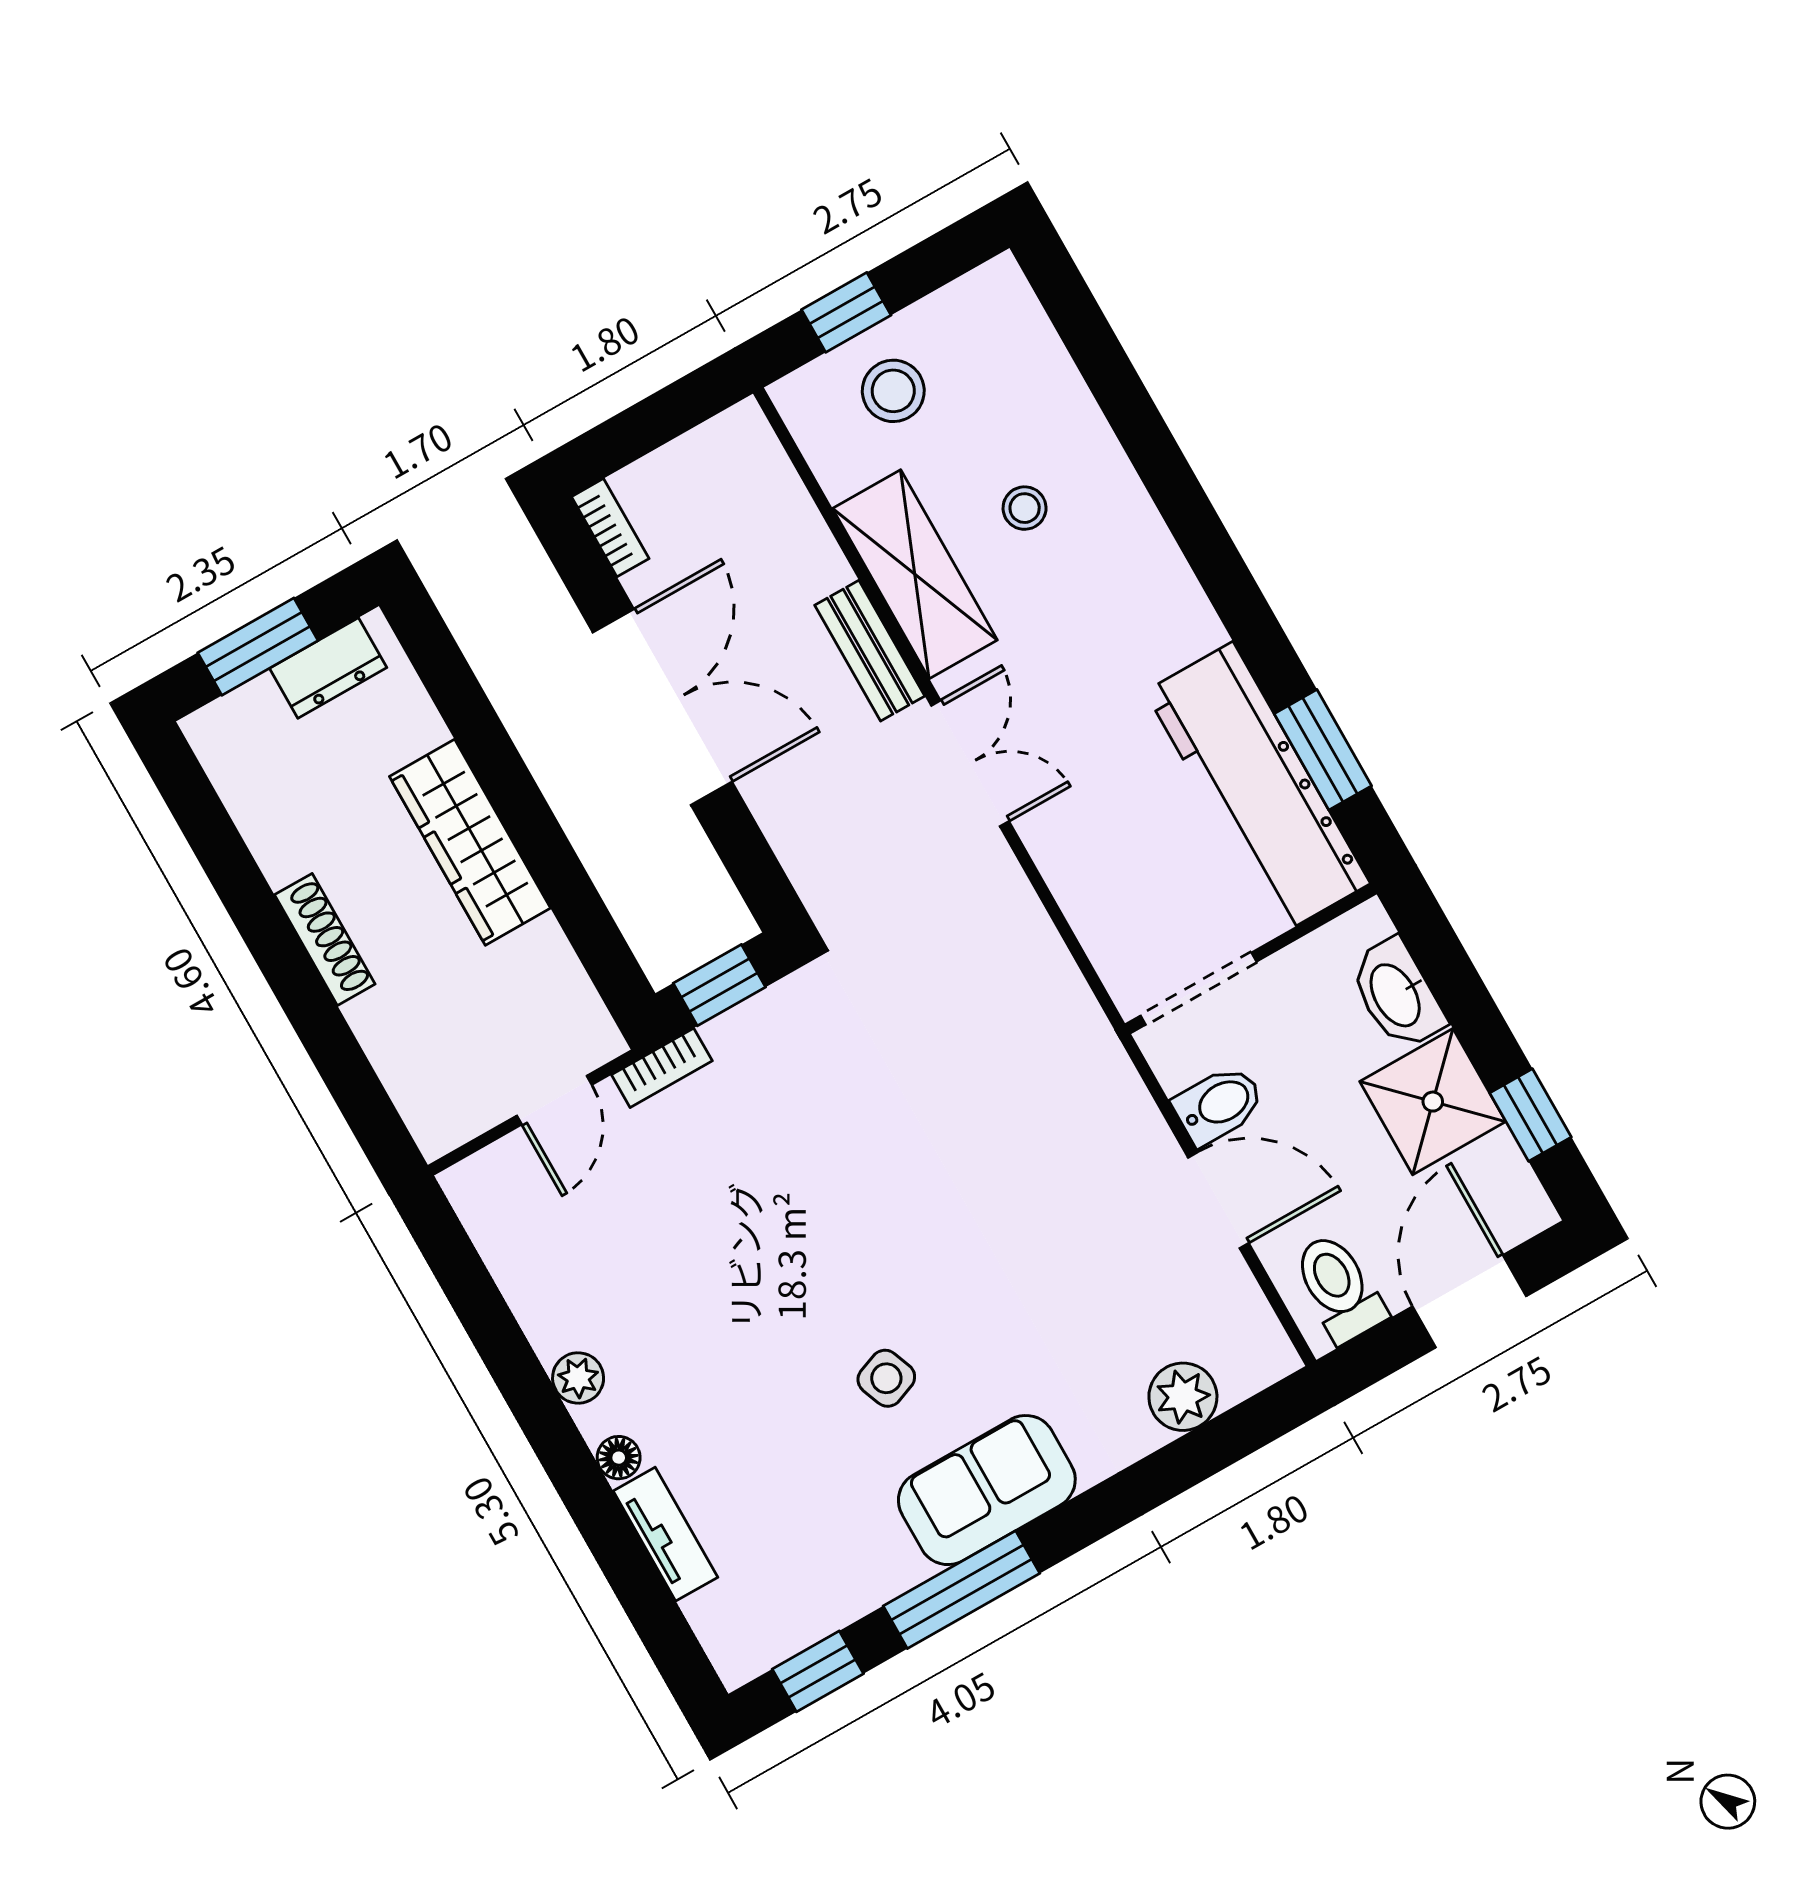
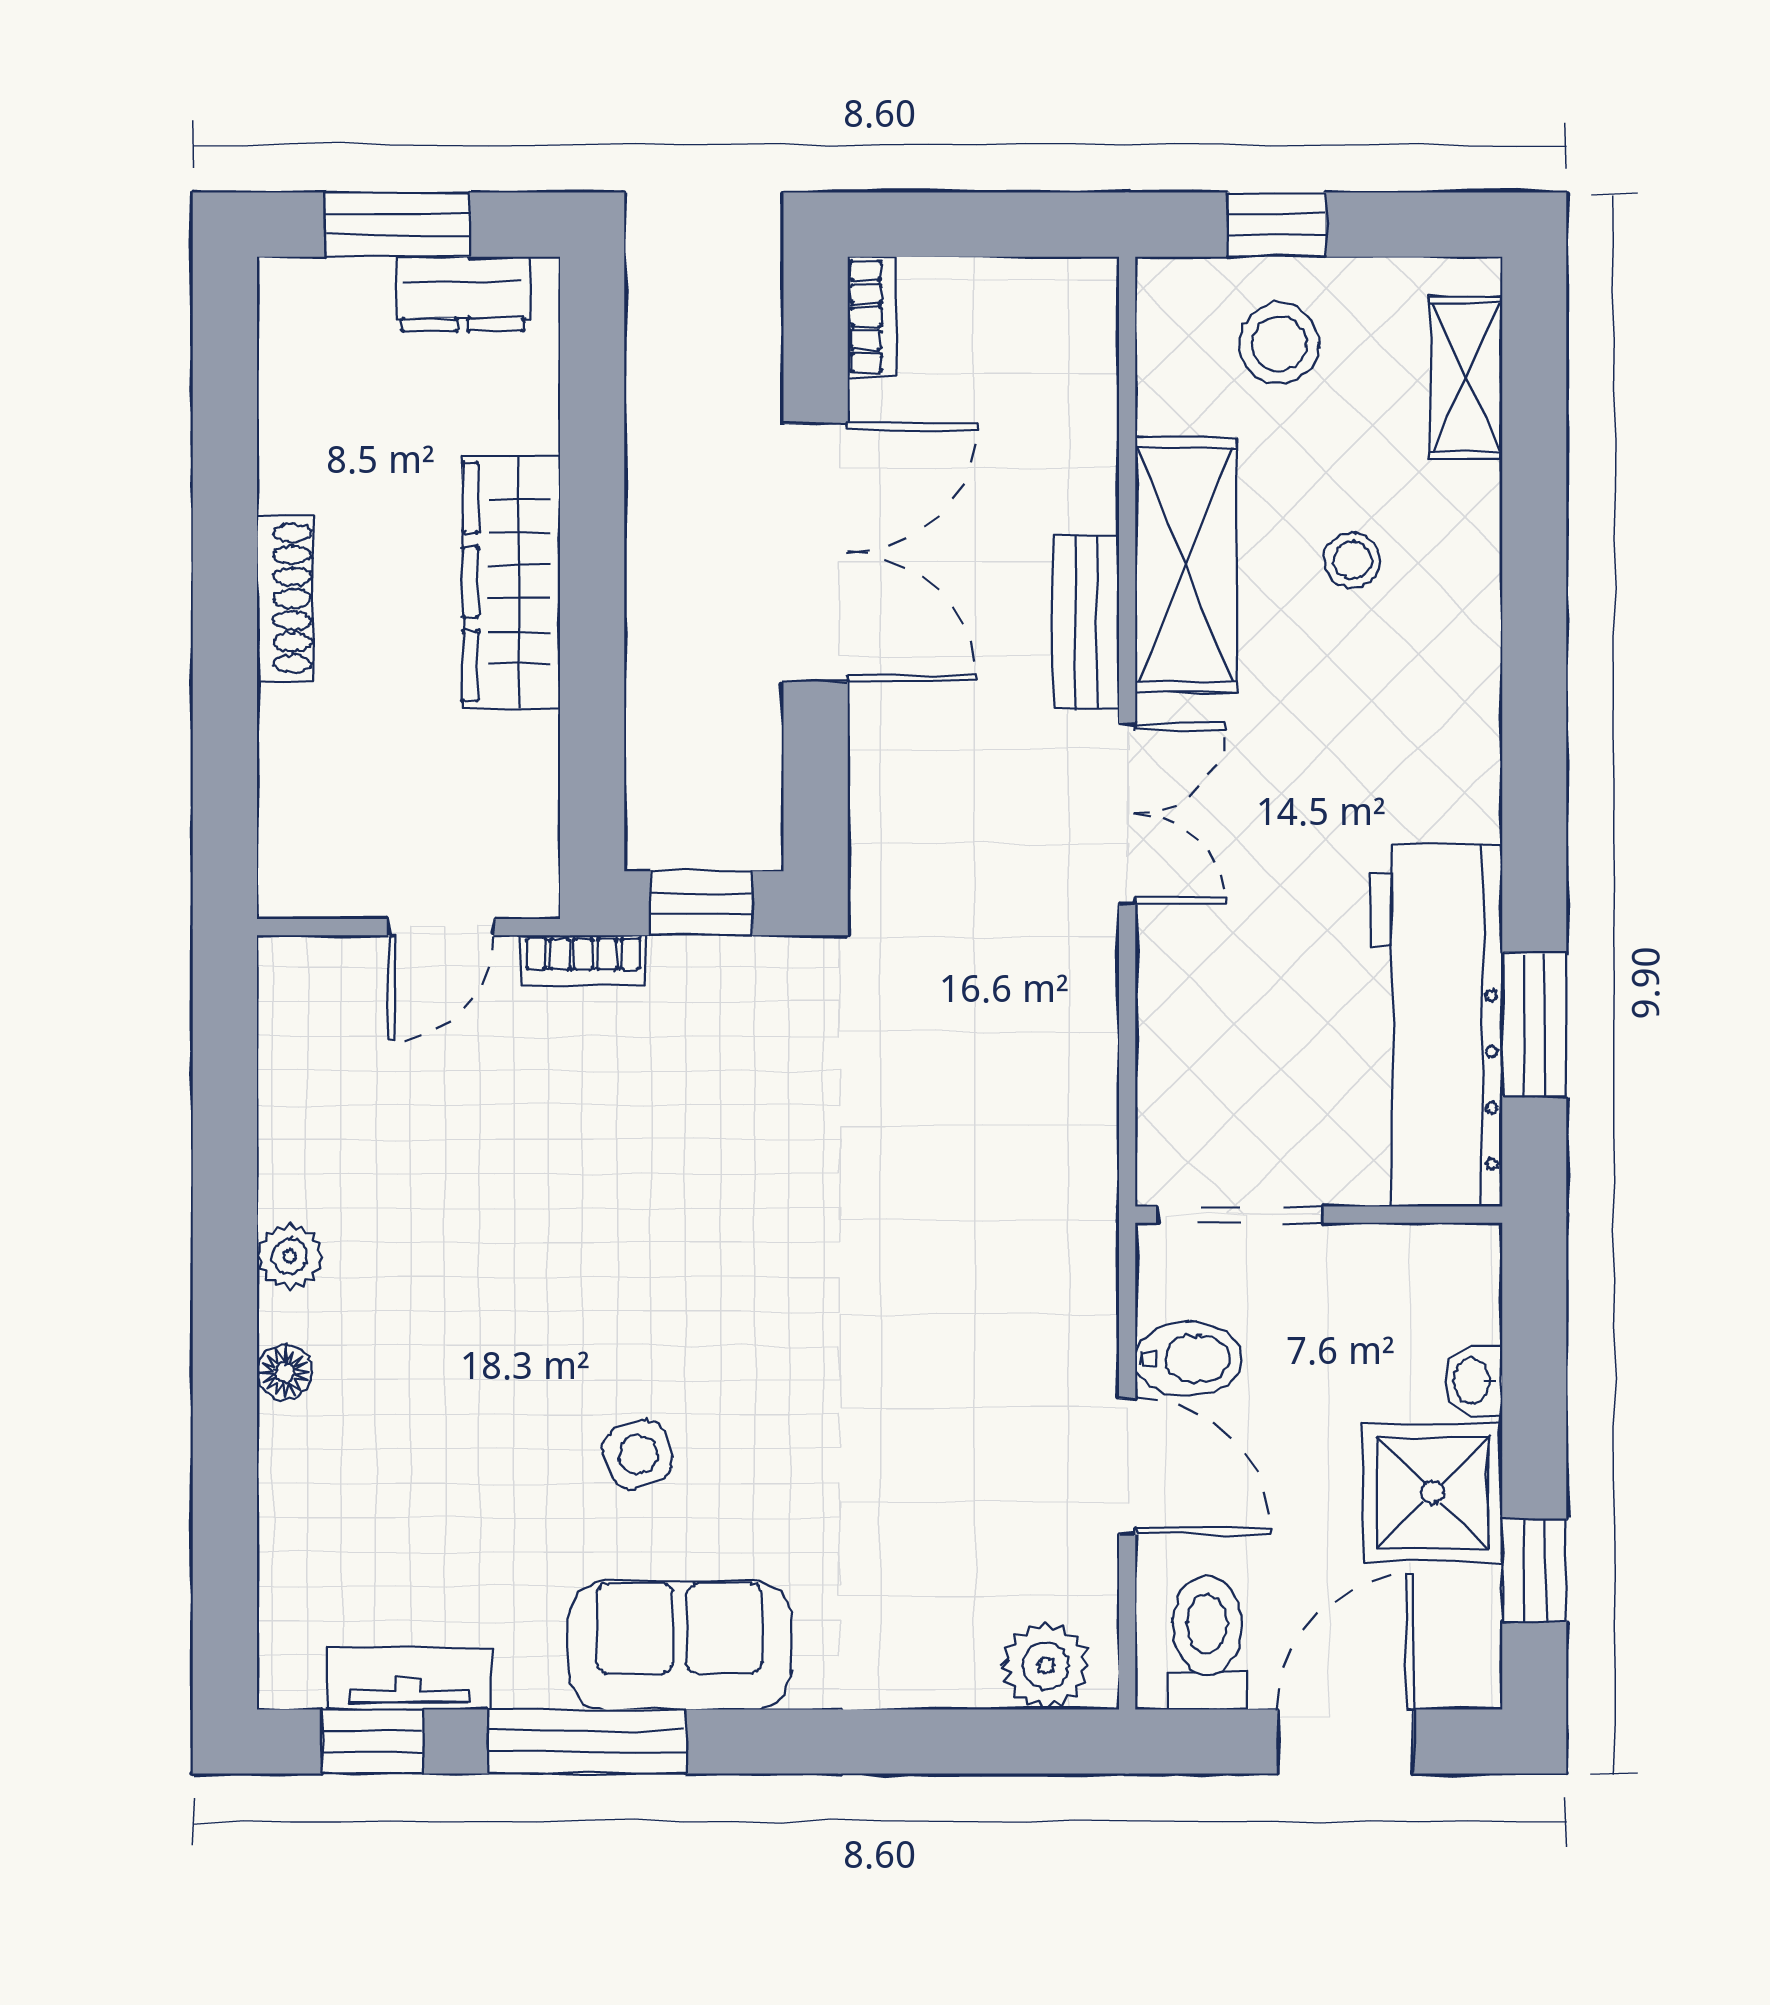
shelving: (1031, 342) -> (1466, 377), added
washbasin: (1397, 994) -> (1474, 1381), width x0.52, depth x0.69
plant: (1183, 1397) -> (1046, 1666), moved
tv unit: (665, 1534) -> (409, 1678), moved, turned -90

